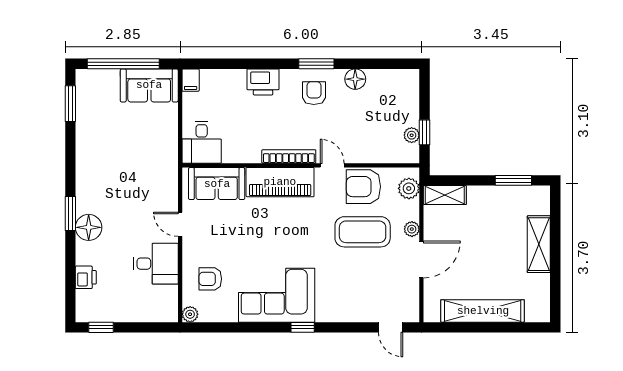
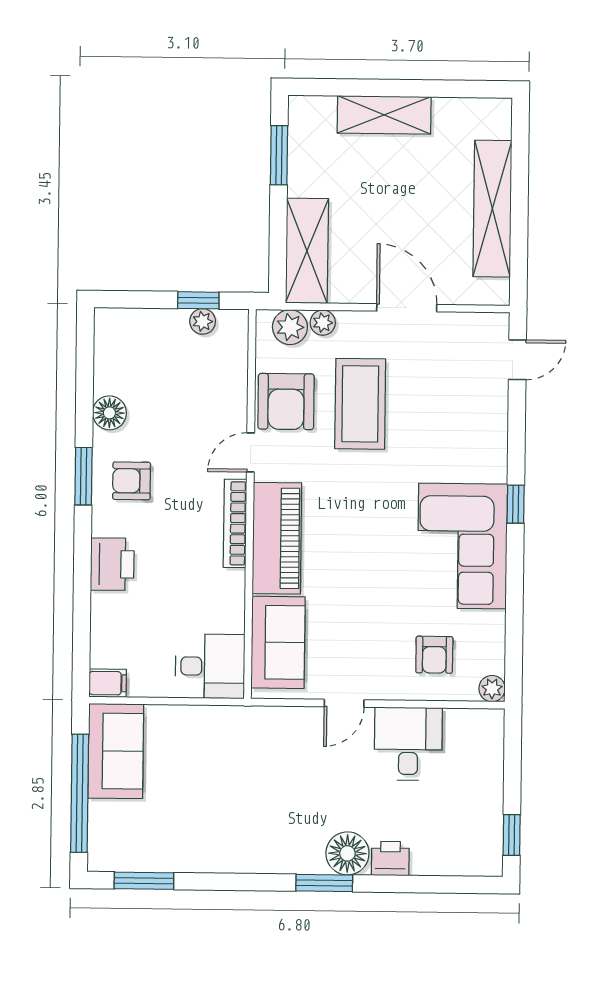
shelving: (445, 195) -> (307, 251), width x1.50, depth x1.33
plant: (412, 229) -> (323, 323), moved
printer: (86, 277) -> (390, 858), moved

